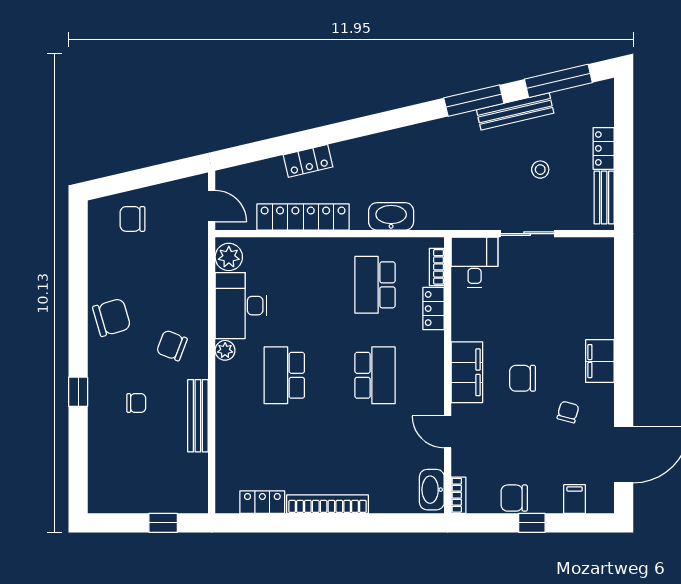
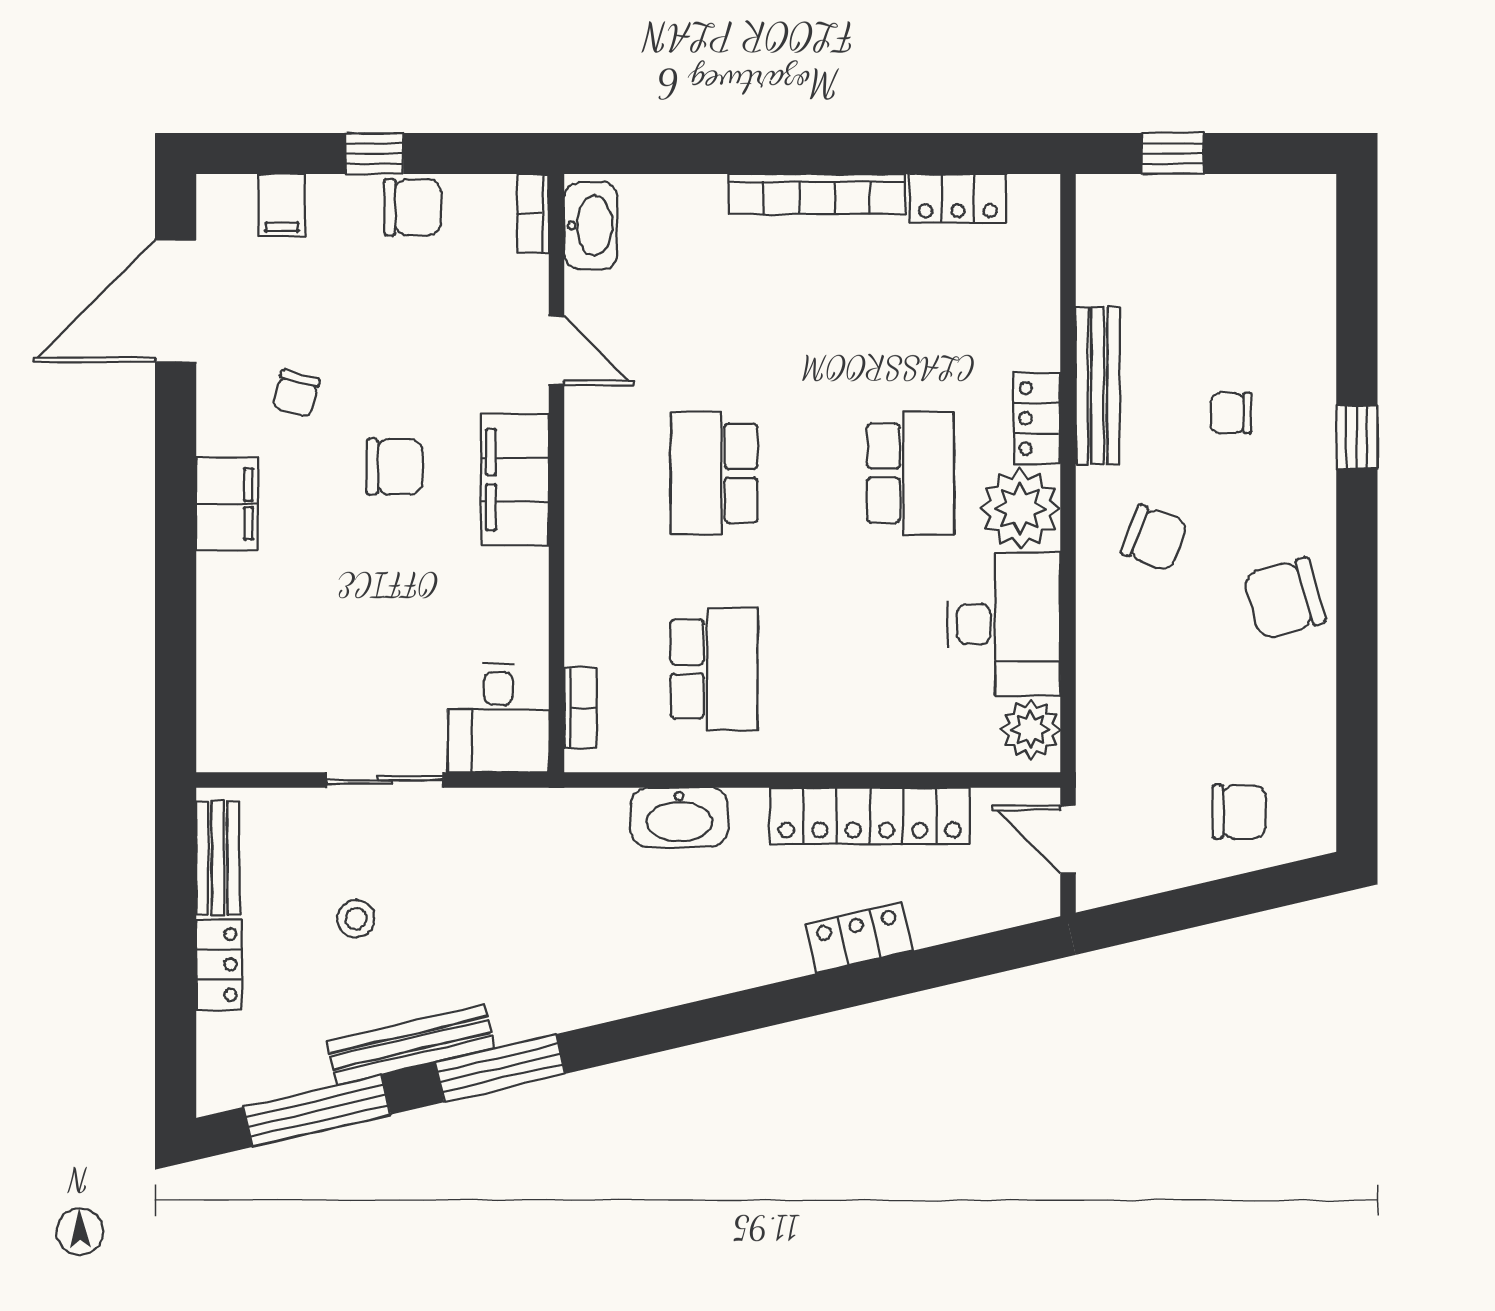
locker: (433, 309) -> (1037, 418), moved, turned 180
plant: (225, 350) -> (1020, 508), width x1.87, depth x1.87

